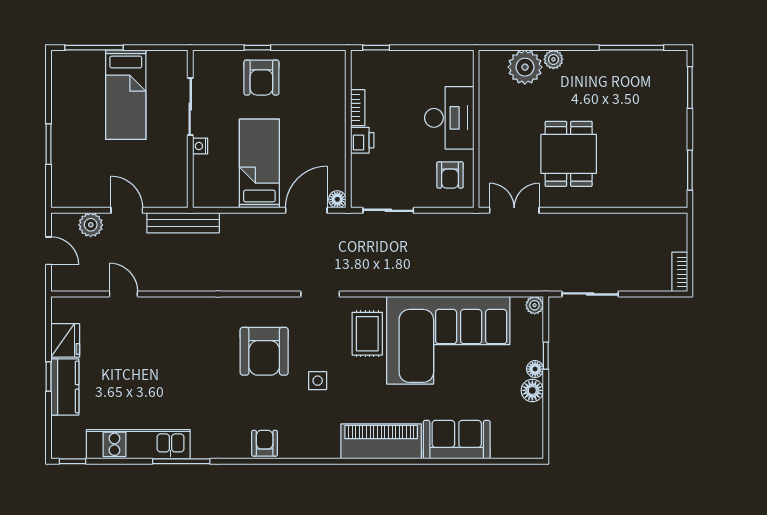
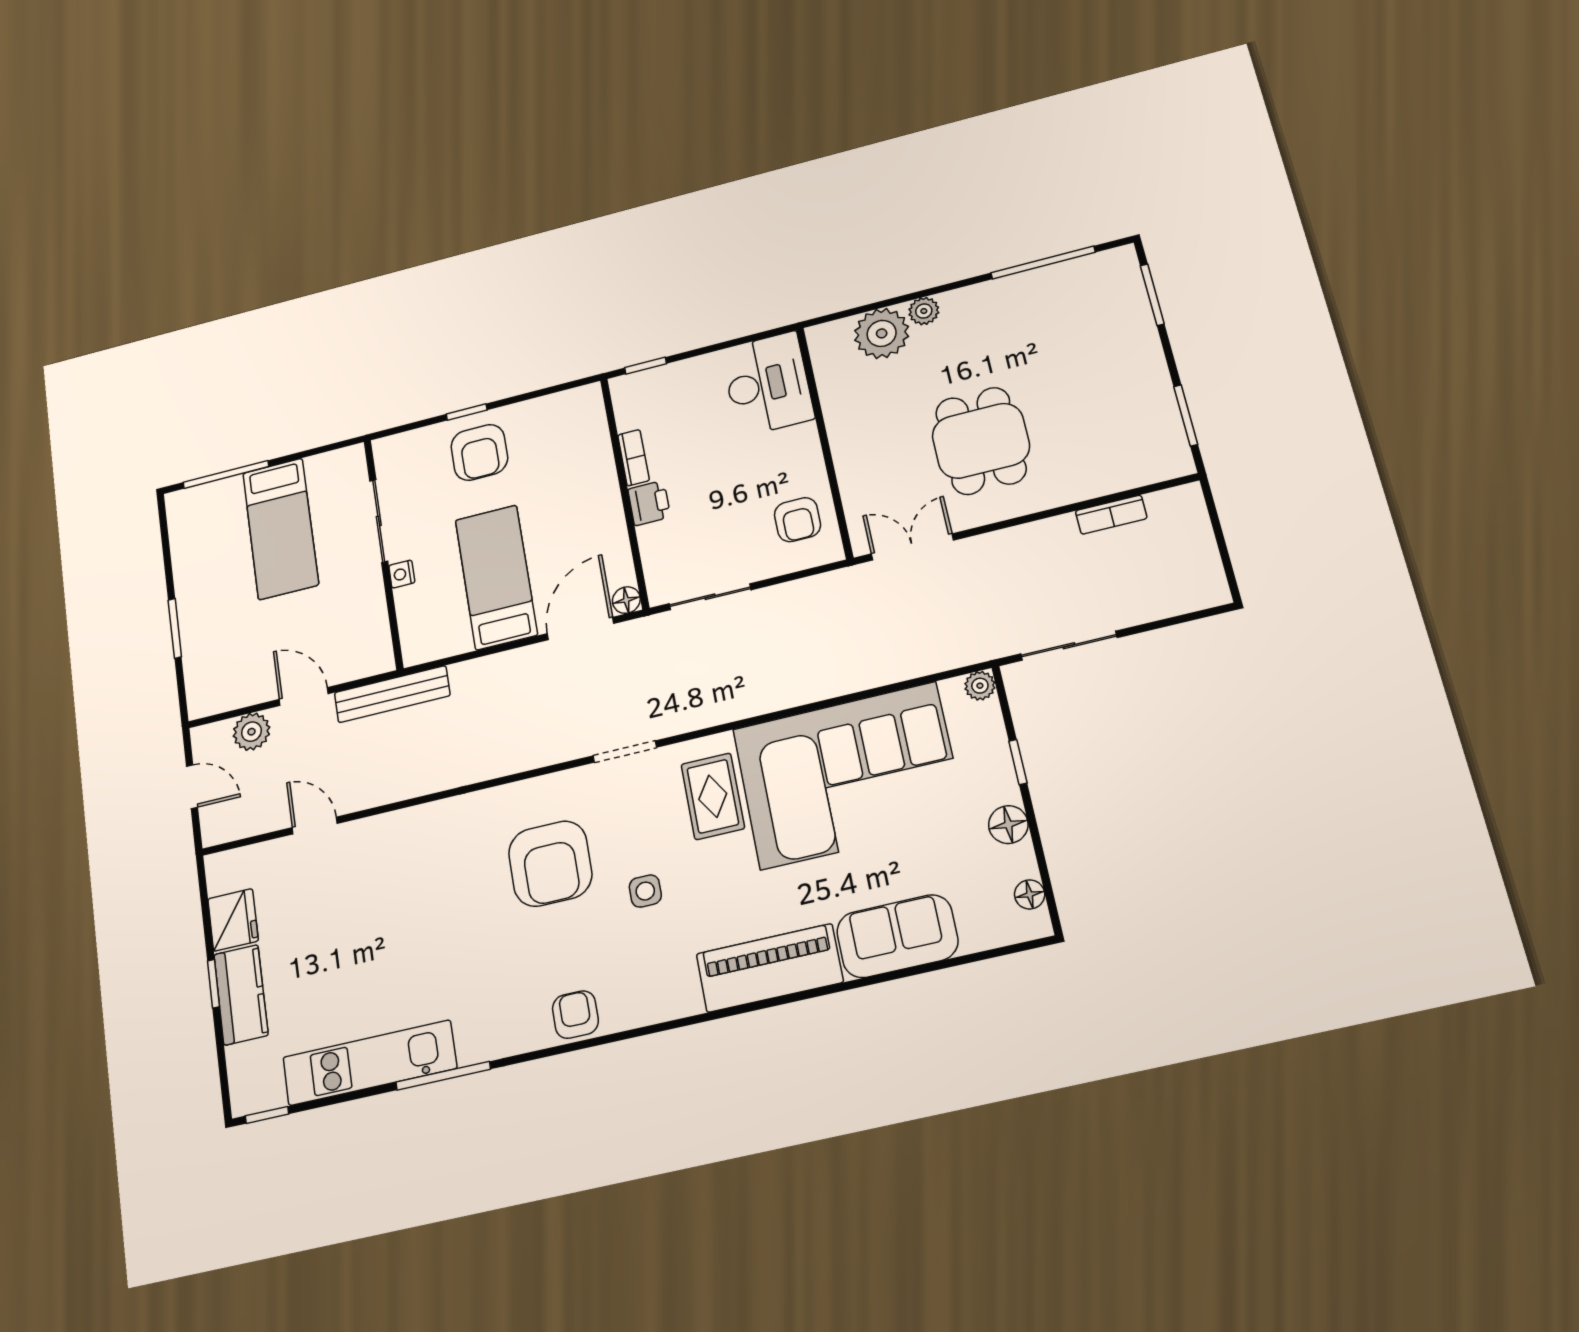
desk: (449, 118) -> (768, 384), moved
bookcase: (680, 272) -> (1111, 515), moved, turned -90
floor lamp: (535, 369) -> (1030, 894), moved

